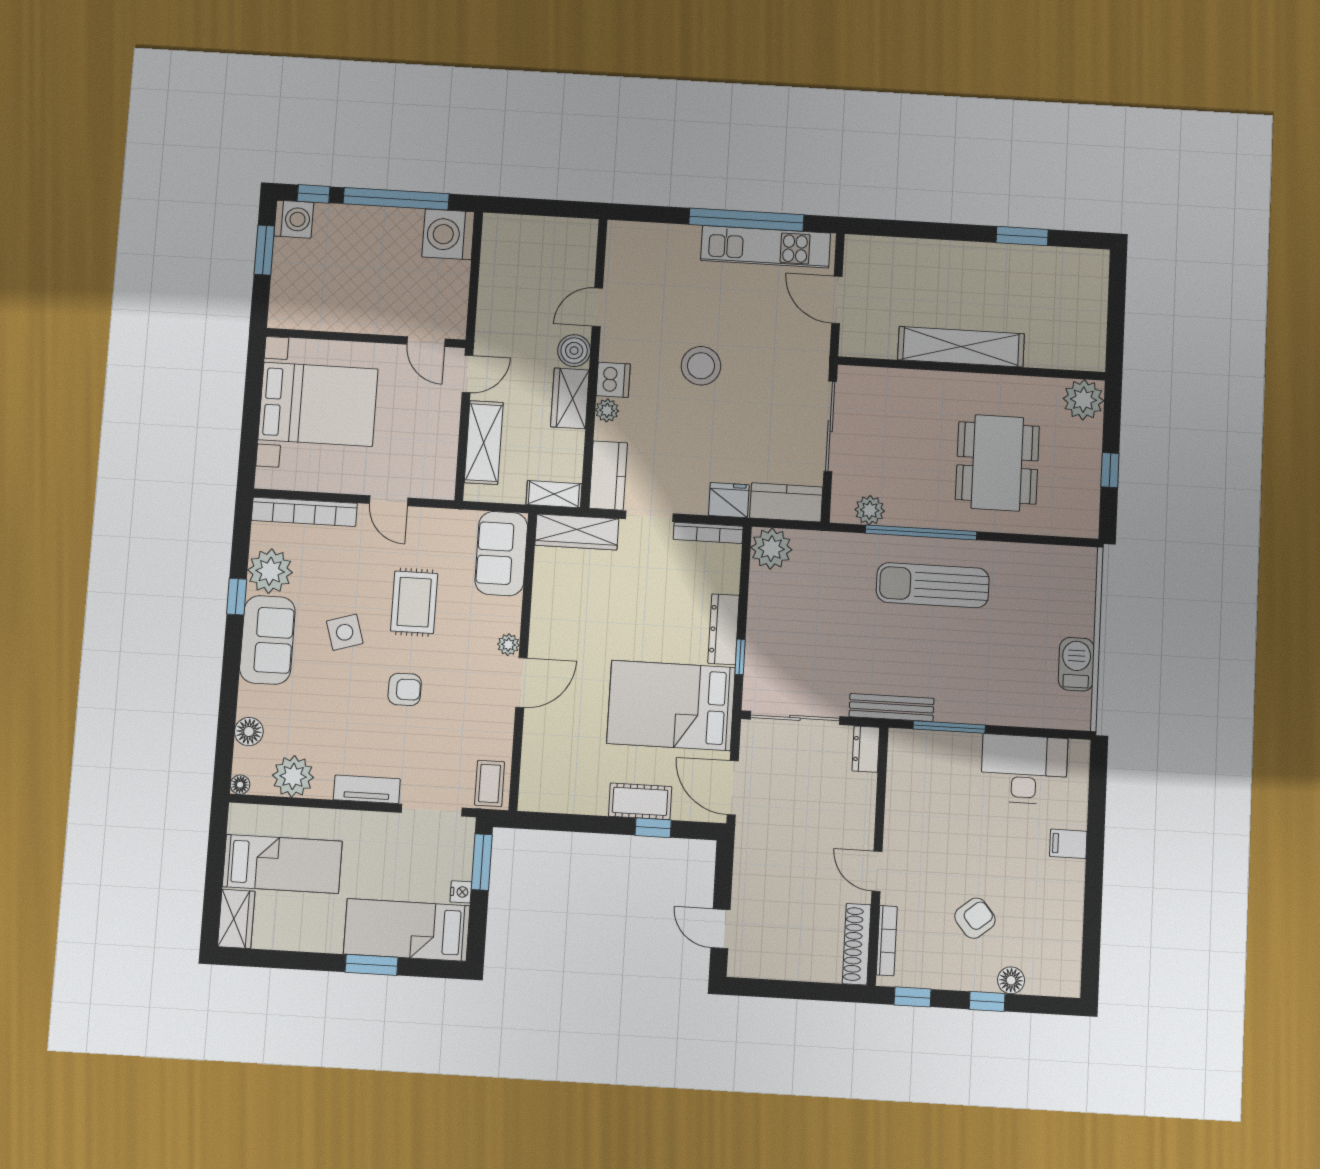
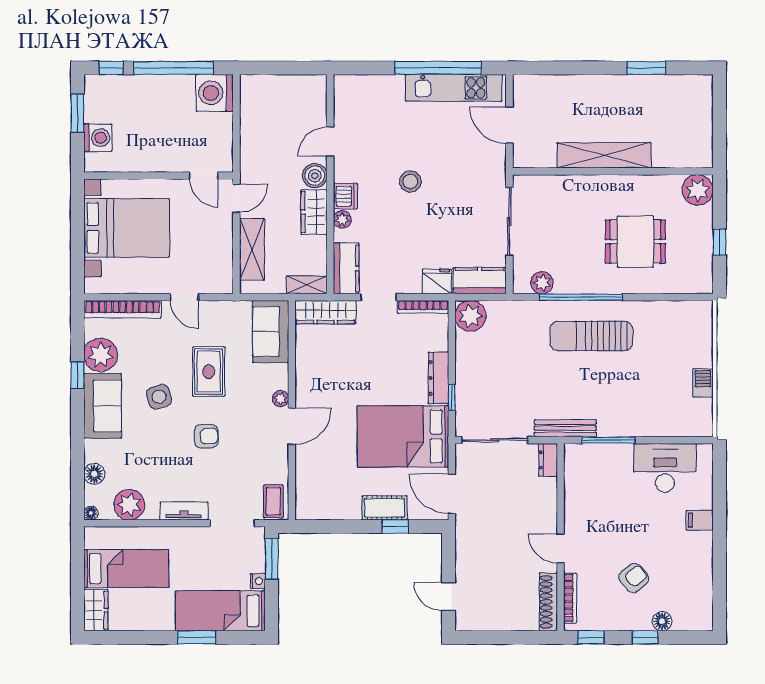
washing machine: (294, 219) -> (98, 138), moved
stool: (701, 366) -> (410, 182), width x0.73, depth x0.73
dining table: (997, 463) -> (635, 242), width x0.73
barbecue: (1076, 664) -> (703, 383), width x0.73, depth x0.79

